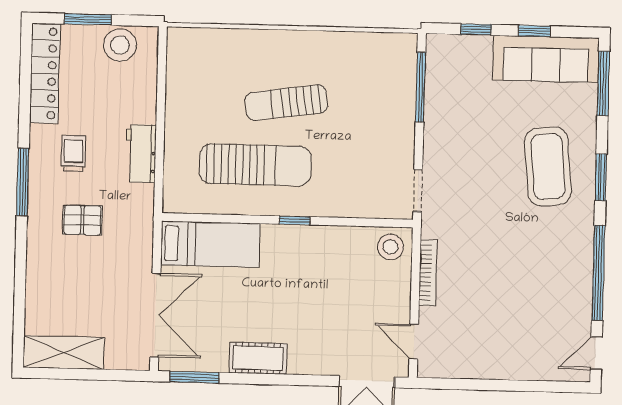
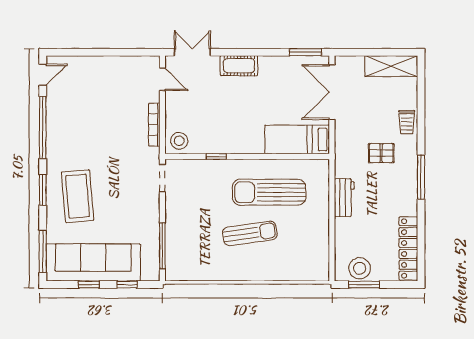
window: (88, 19) -> (364, 285), moved
sofa: (546, 59) -> (93, 262), width x1.36, depth x1.27
trolley: (74, 153) -> (407, 122), moved
window: (295, 220) -> (216, 157), moved
cot: (258, 358) -> (239, 66), moved

